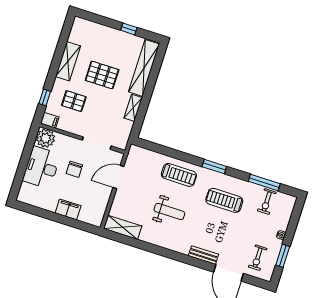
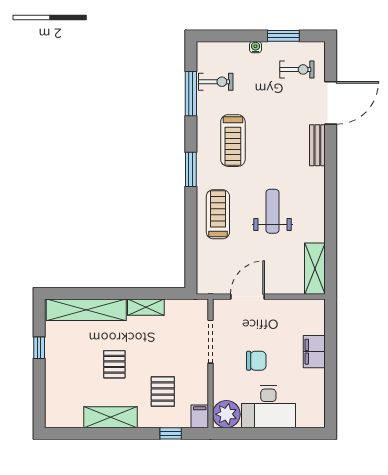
pallet: (102, 75) -> (114, 364), width x0.67, depth x0.71
door: (118, 177) -> (247, 297), swing flipped

